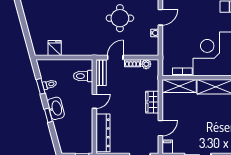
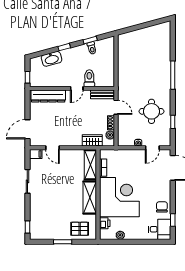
door: (160, 17) -> (152, 148), hinge flipped
fridge: (55, 48) -> (125, 53), removed
toilet: (83, 76) -> (89, 78), moved
door: (94, 101) -> (77, 88), hinge flipped
wardrobe: (152, 102) -> (92, 140), moved
washbasin: (56, 108) -> (52, 59), moved

